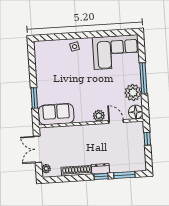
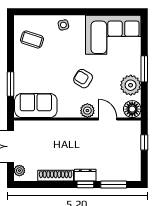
coffee table: (50, 60) -> (32, 40), added
window: (143, 78) -> (144, 69), width x0.69
armchair: (94, 90) -> (83, 79), added

